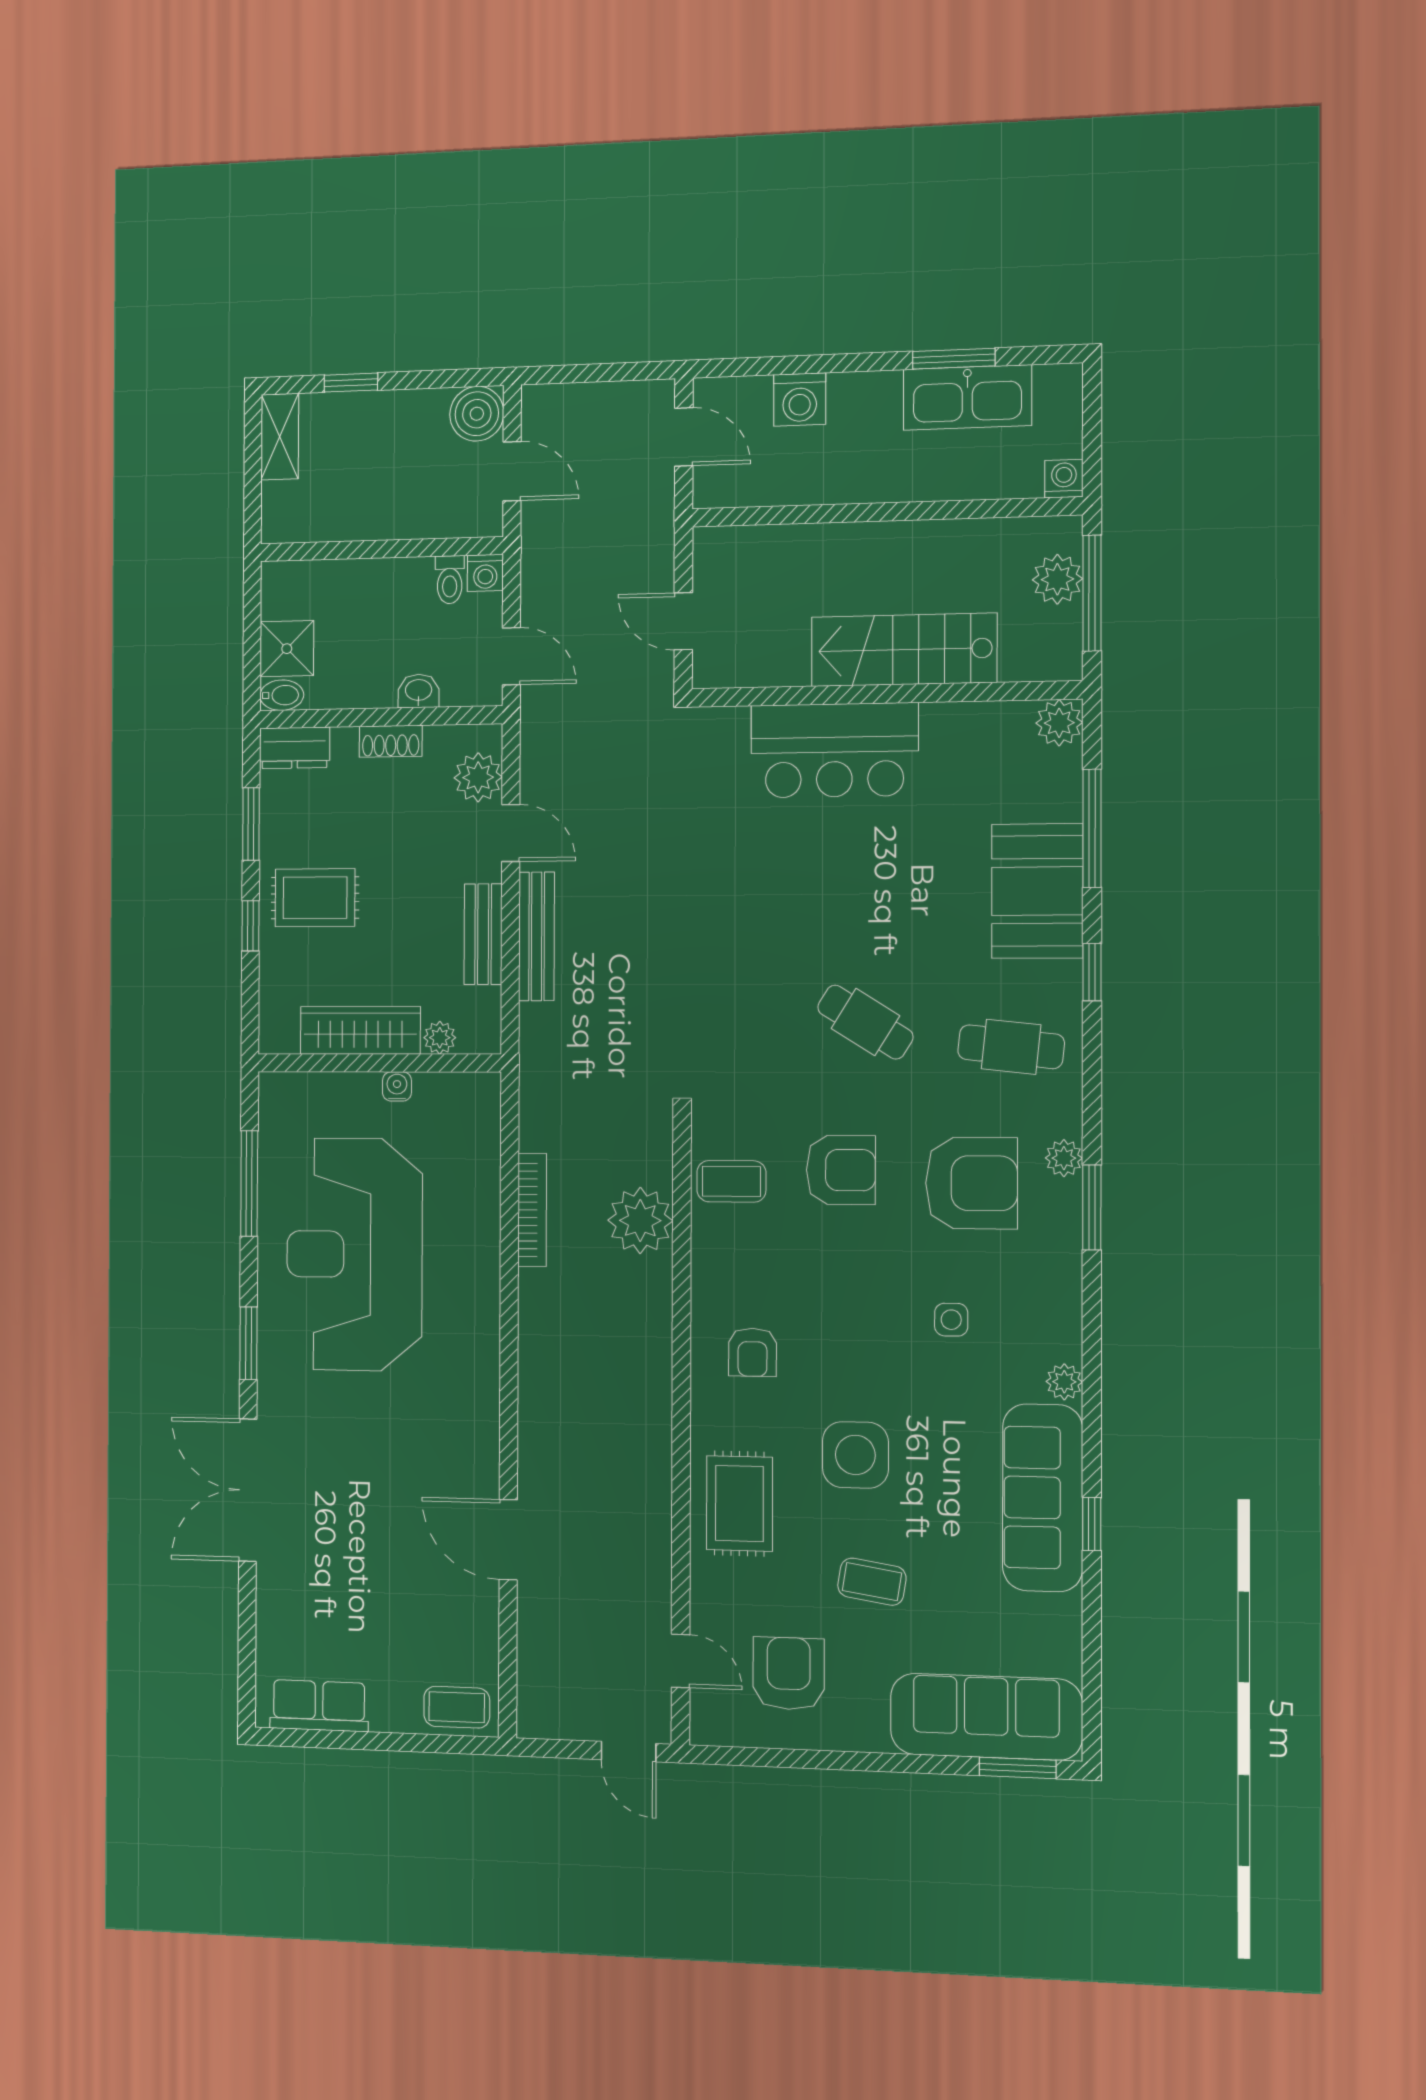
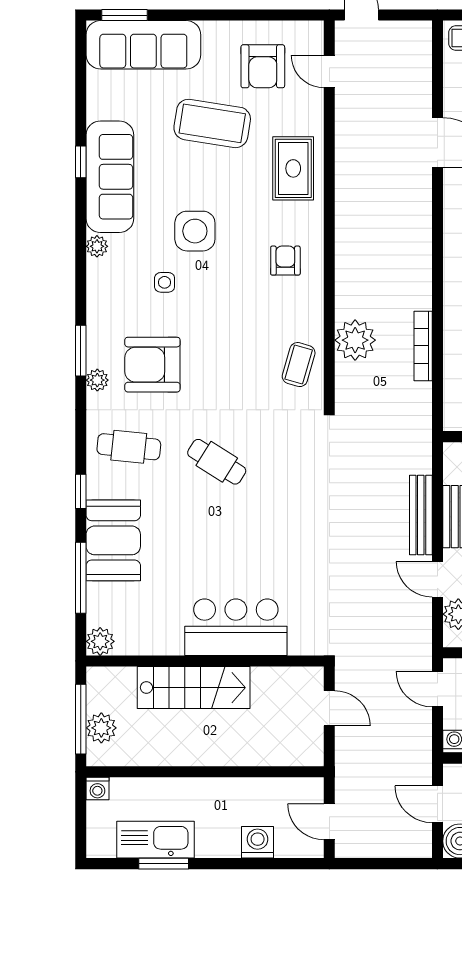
armchair: (841, 1170) -> (232, 372), removed
coffee table: (731, 1181) -> (299, 365), turned -74
side table: (855, 1455) -> (195, 231), moved
coffee table: (872, 1582) -> (212, 123), width x1.86, depth x1.72

